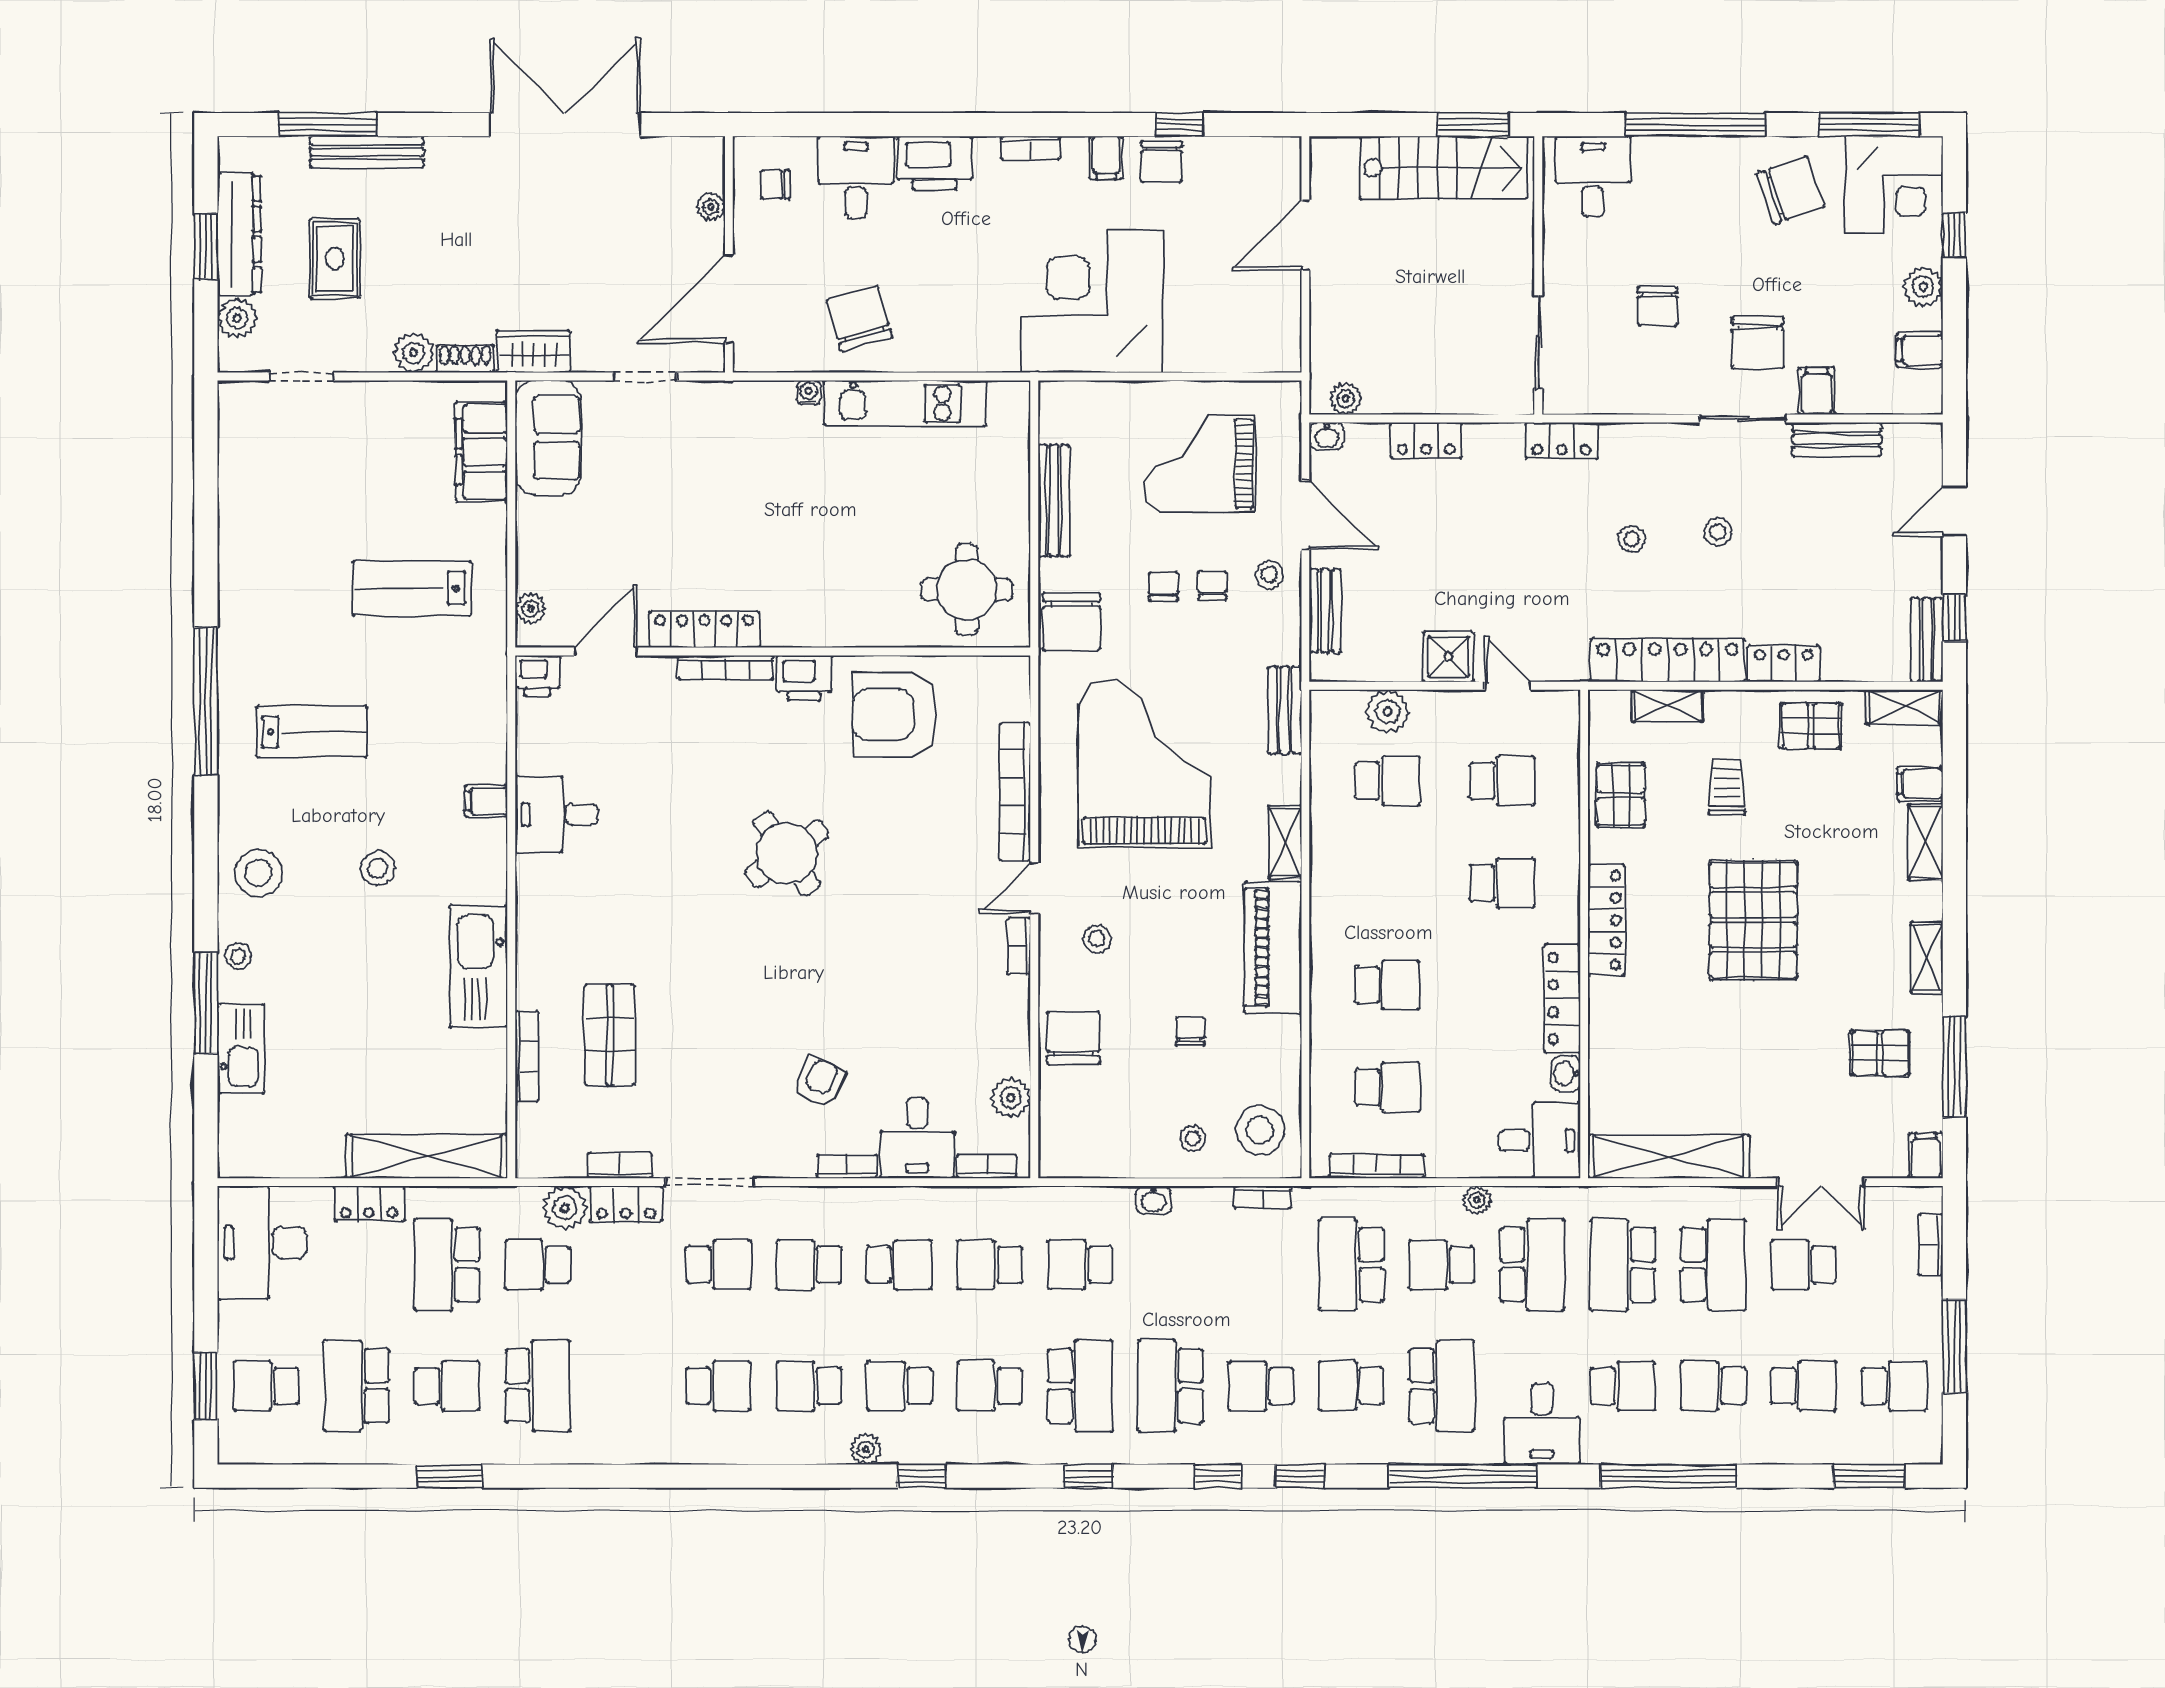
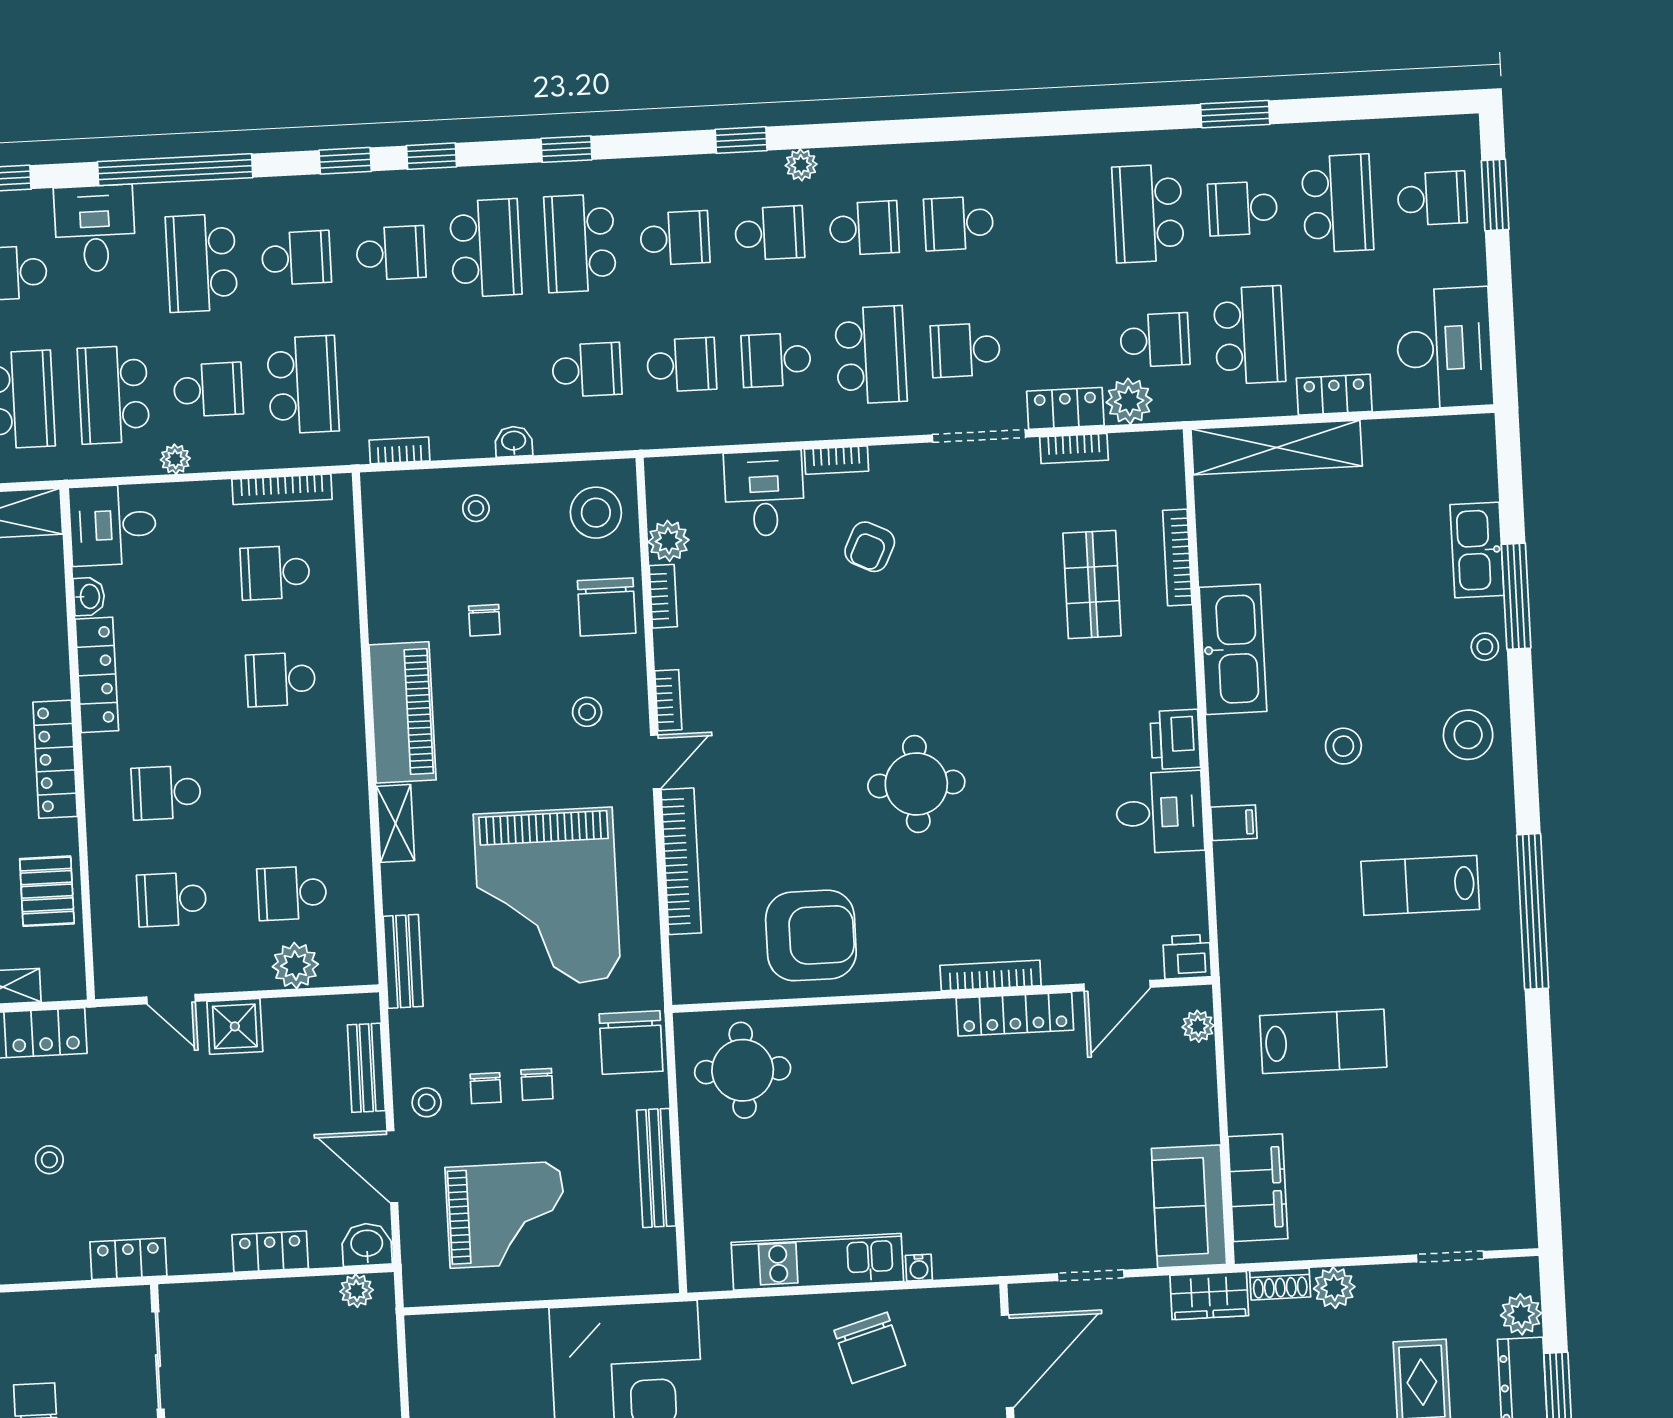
washbasin: (1327, 436) -> (367, 1244), width x1.38, depth x1.45
chair: (1072, 622) -> (631, 1042), turned 180
printer: (804, 678) -> (1175, 739), moved, turned -90
round table: (787, 854) -> (916, 784), turned 35
stool: (1260, 1130) -> (596, 513), moved
bookcase: (987, 1166) -> (663, 596), moved, turned -90
school desk: (809, 1265) -> (871, 355), width x1.85

